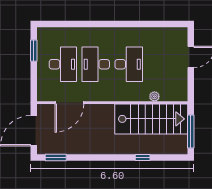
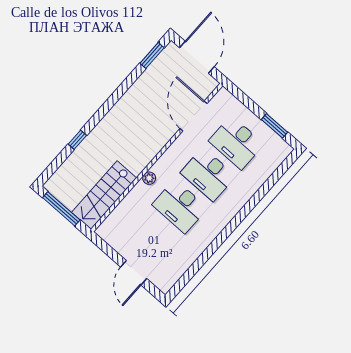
desk: (96, 64) -> (208, 174), turned 180
plant: (154, 96) -> (149, 178), moved
stairs: (151, 119) -> (104, 195), width x0.73, depth x0.66

